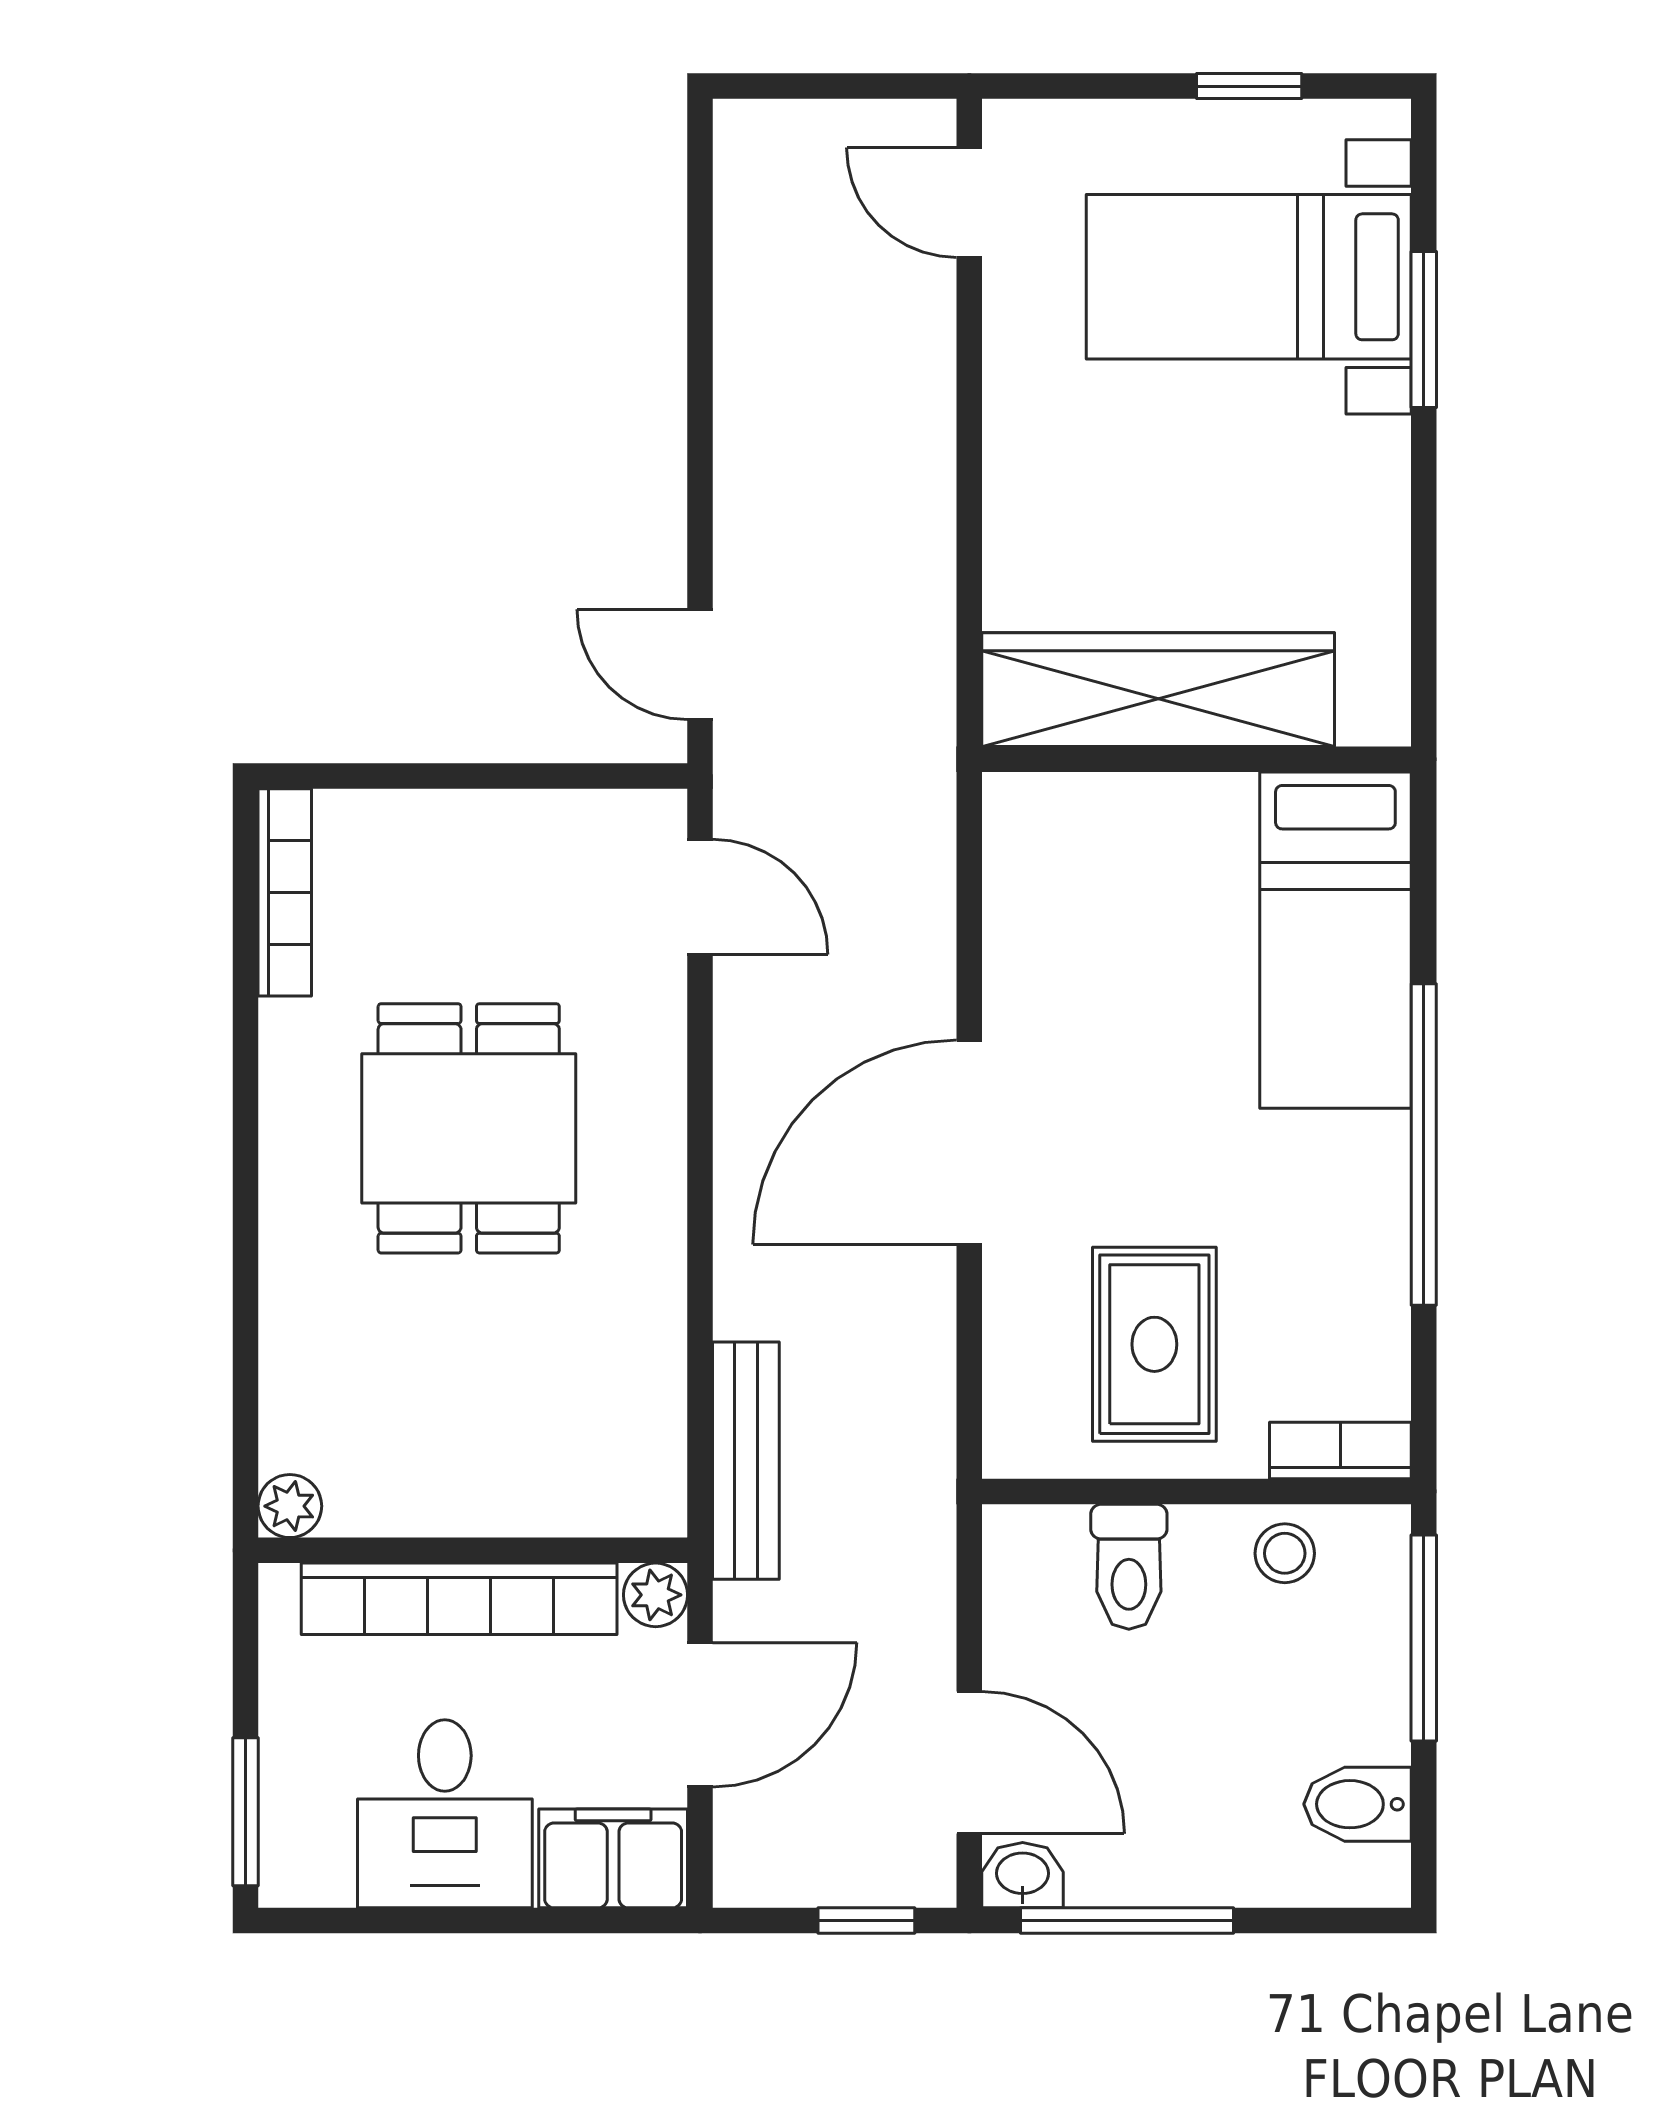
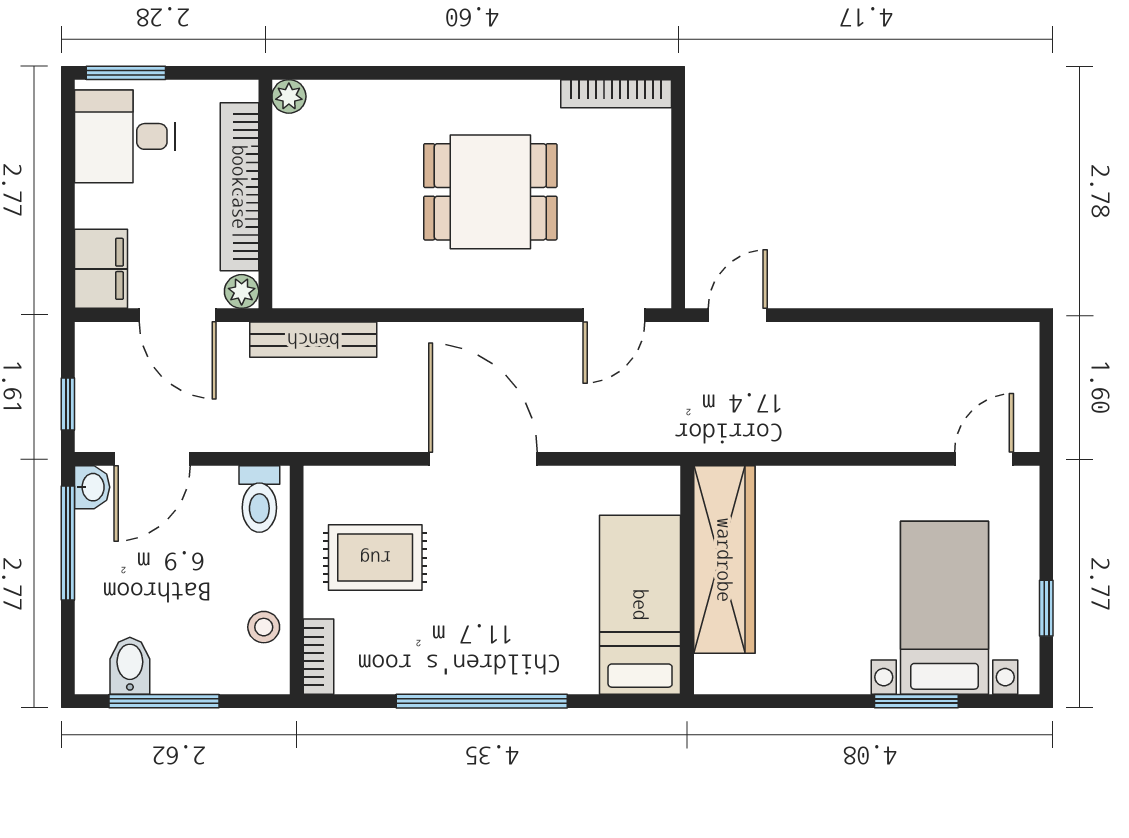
bed: (1335, 940) -> (640, 605), moved, turned 90
toilet: (1129, 1567) -> (259, 499), moved, turned -90
window: (1424, 1638) -> (164, 701), moved
desk: (445, 1814) -> (125, 136), moved

